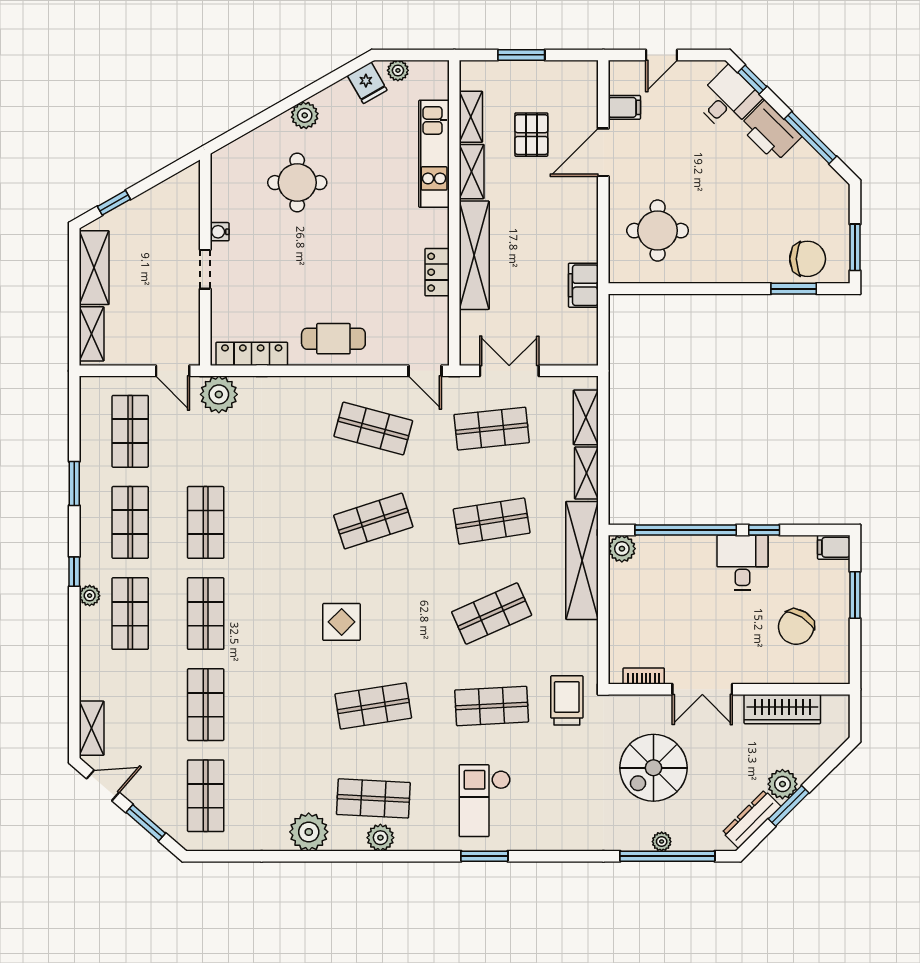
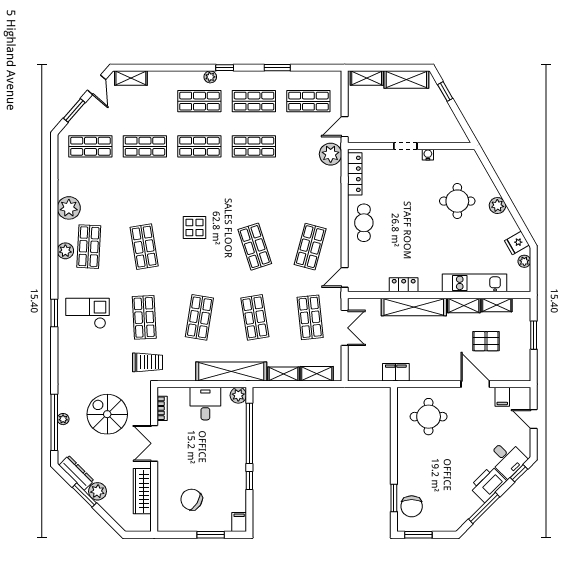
desk: (743, 563) -> (205, 404), moved, turned -90
shop shelf: (492, 614) -> (199, 317), turned 33

